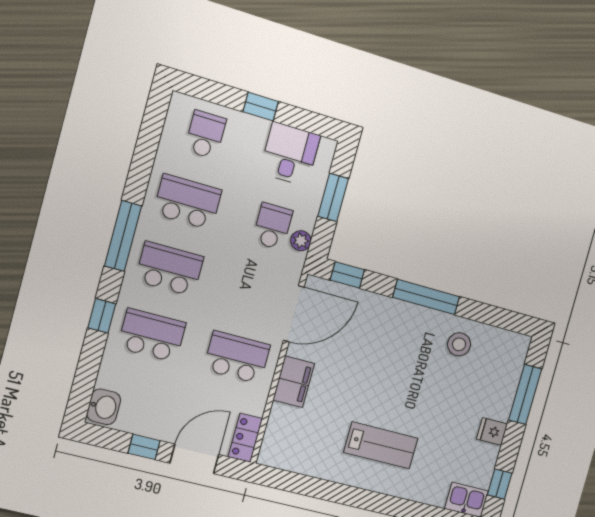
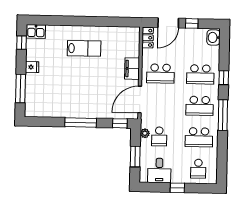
stool: (459, 344) -> (59, 104), removed
lab bench: (381, 445) -> (84, 48), turned 180

